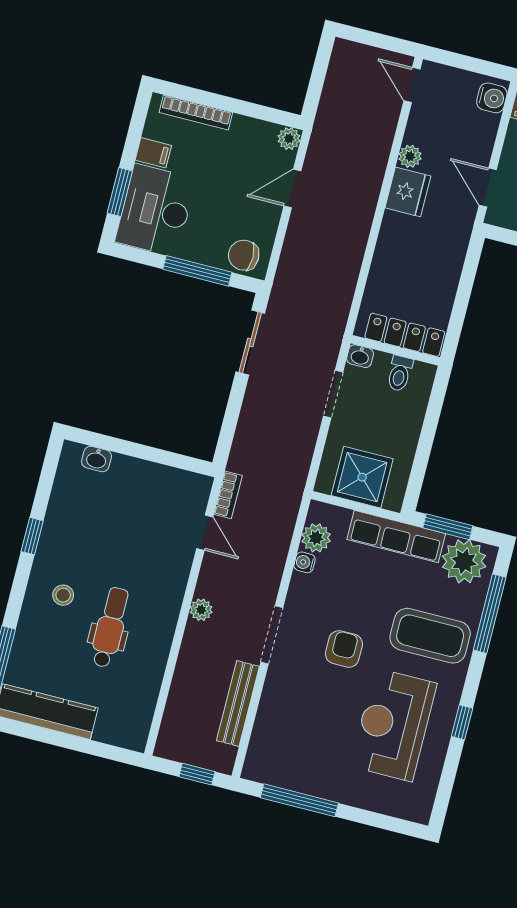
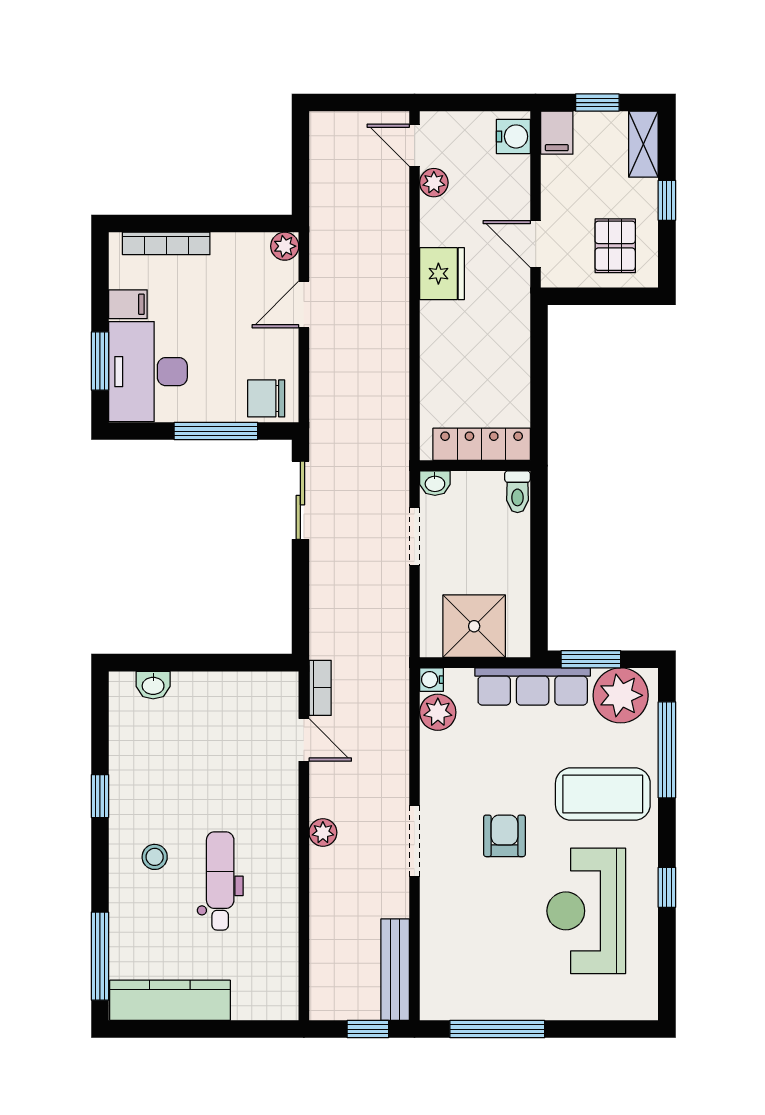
plant: (410, 156) -> (434, 183), moved
toilet: (400, 373) -> (517, 492), moved
water cooler: (305, 562) -> (431, 680), moved
bench: (238, 704) -> (395, 970), moved

